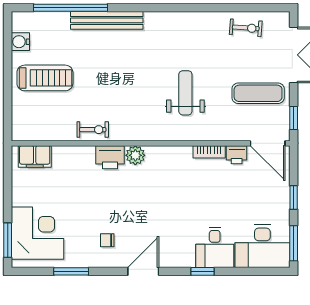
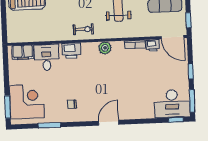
exercise bike: (93, 130) -> (84, 29), moved
plant: (135, 155) -> (105, 48), moved
desk: (215, 247) -> (47, 57), moved, turned 180
door: (143, 271) -> (109, 123), moved
window: (203, 271) -> (176, 120), moved

